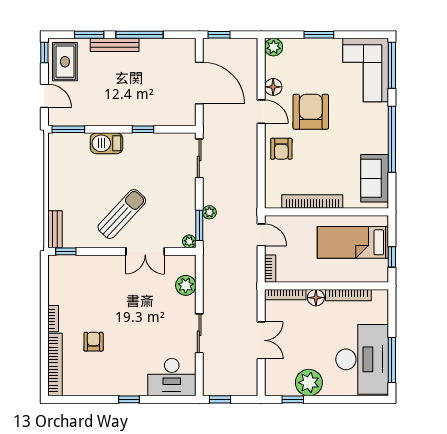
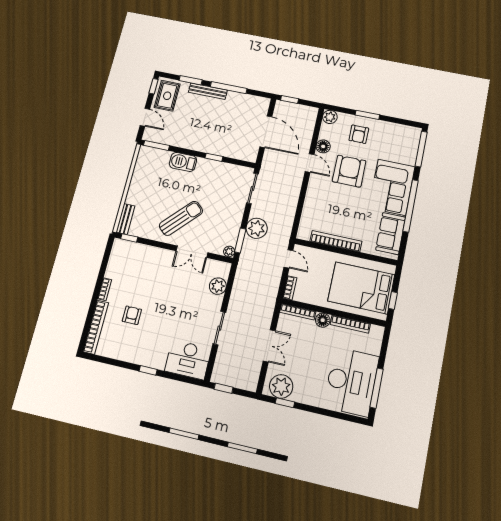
corner sofa: (366, 70) -> (392, 187), moved
armchair: (281, 149) -> (359, 134), moved
plant: (209, 212) -> (257, 228), width x1.88, depth x1.88
bed: (353, 242) -> (361, 288), width x1.50
plant: (309, 383) -> (281, 386), moved

